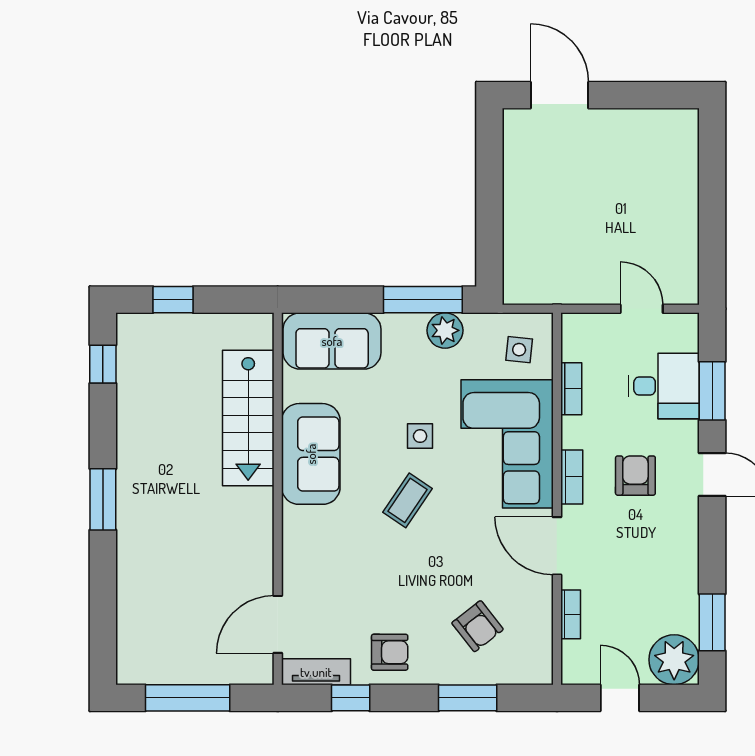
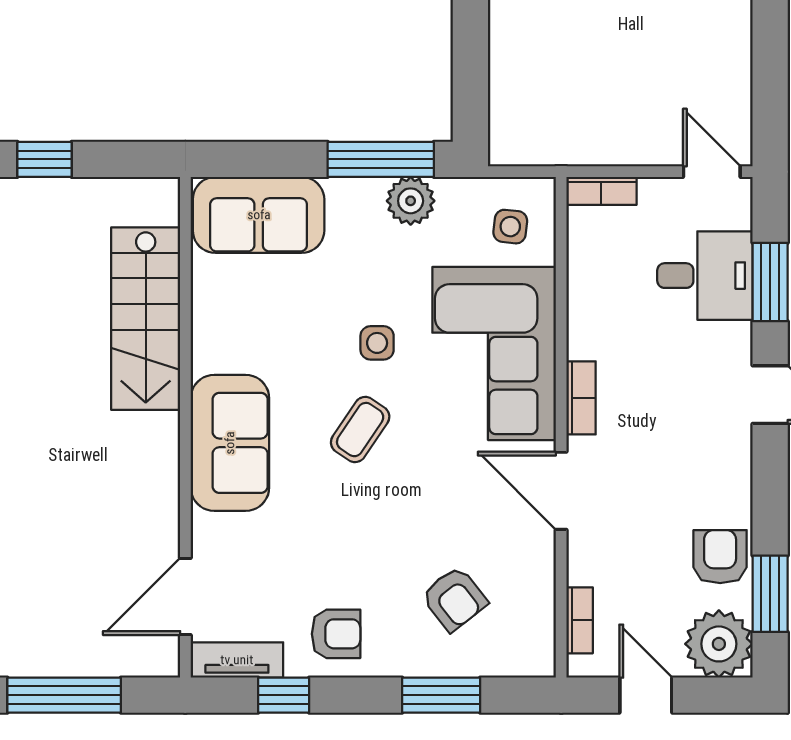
door: (642, 309) -> (712, 172), moved
bookcase: (571, 389) -> (601, 191), moved, turned 90
sofa: (311, 454) -> (230, 443), moved
armchair: (635, 476) -> (720, 557), moved
bookcase: (571, 614) -> (580, 620), moved

